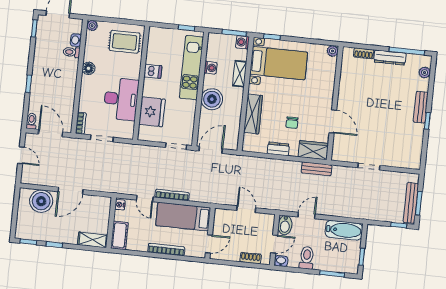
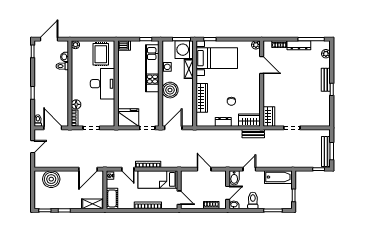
rug: (125, 42) -> (101, 54), turned 90
washing machine: (242, 42) -> (184, 50), width x1.89, depth x1.89
floor lamp: (89, 68) -> (76, 104), moved
dishwasher: (153, 71) -> (124, 46), moved
desk: (121, 99) -> (103, 84), moved
fridge: (152, 112) -> (128, 117), moved, turned -90
door: (333, 121) -> (262, 65), moved
wardrobe: (340, 148) -> (269, 116), added
door: (21, 155) -> (33, 147), hinge flipped
door: (71, 191) -> (88, 169), moved
door: (209, 244) -> (179, 198), hinge flipped

